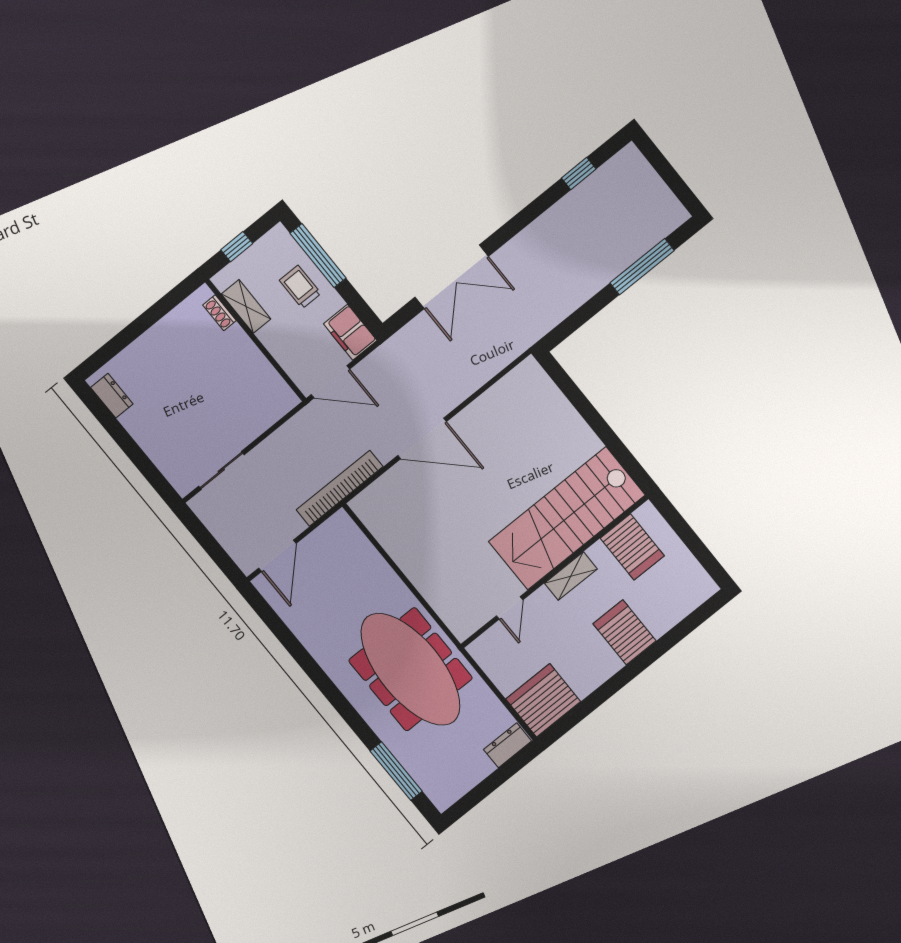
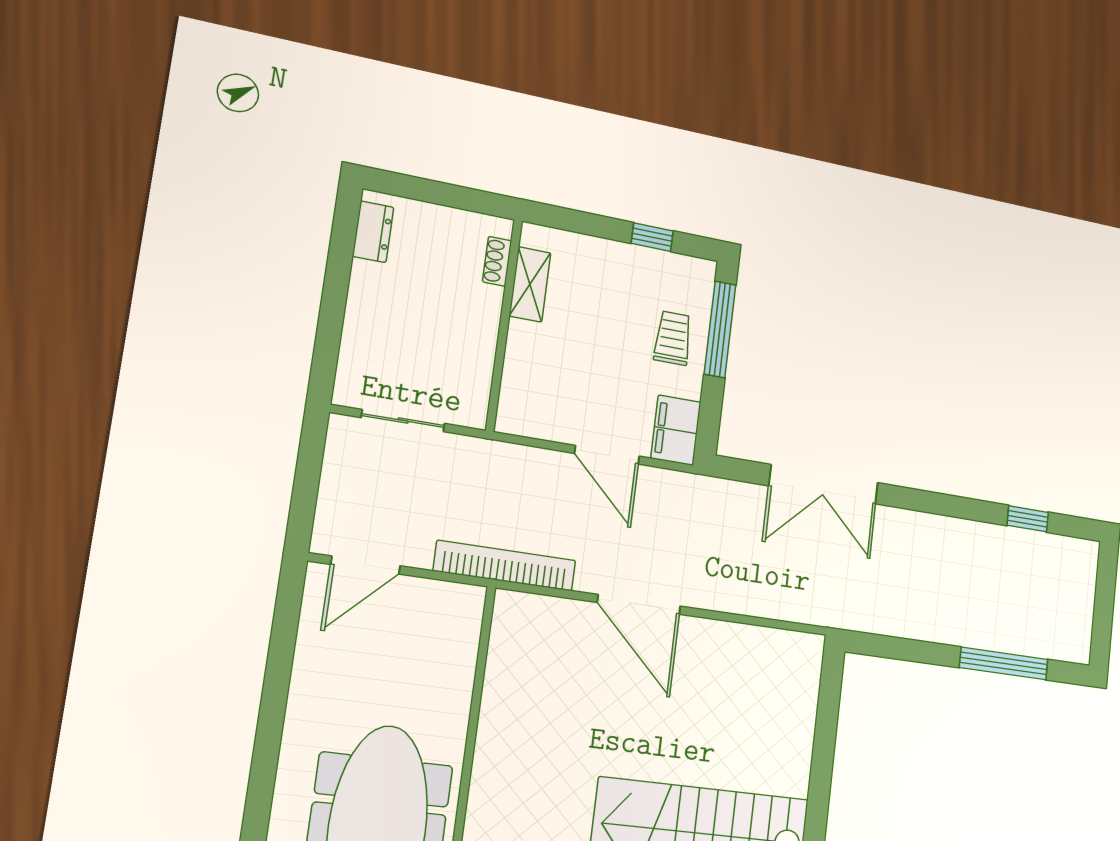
shelving: (246, 306) -> (530, 284), moved
shoe rack: (219, 313) -> (497, 261), moved
wall: (256, 340) -> (504, 325), moved

